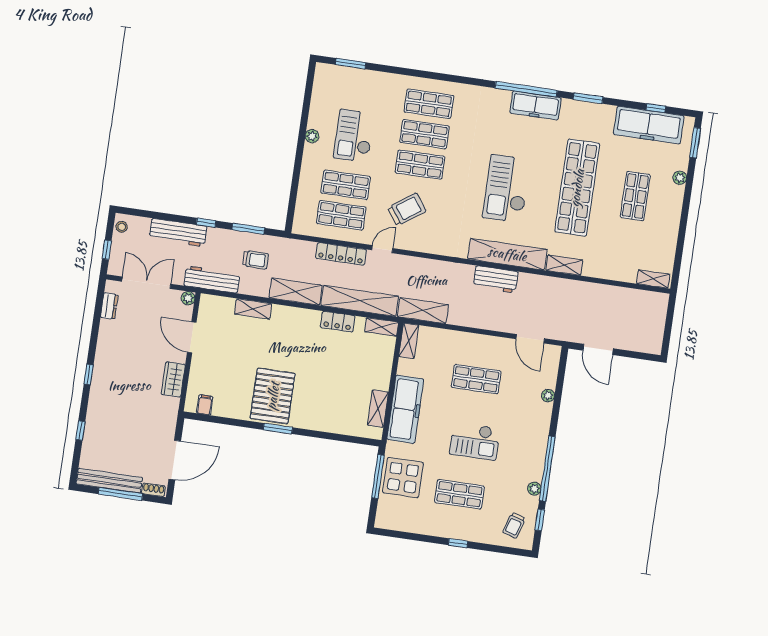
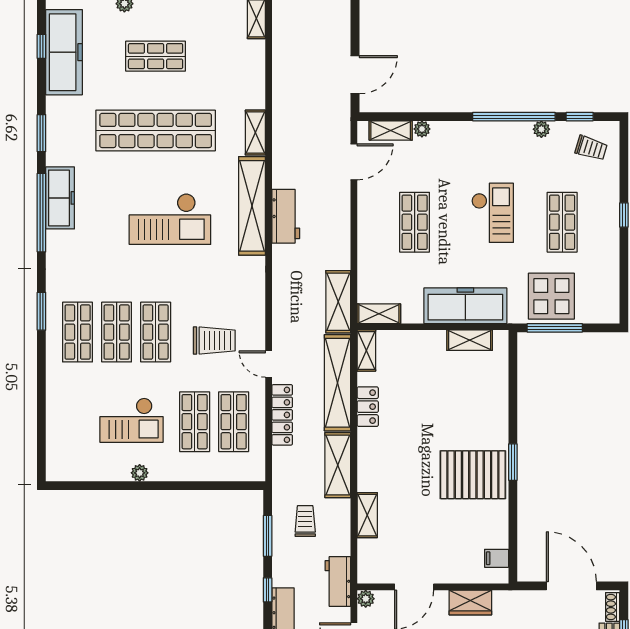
window: (351, 64) -> (41, 311), moved
trolley: (407, 209) -> (214, 340), turned 126
workbench: (212, 280) -> (338, 582), width x0.73
shelving: (550, 371) -> (391, 131), added

